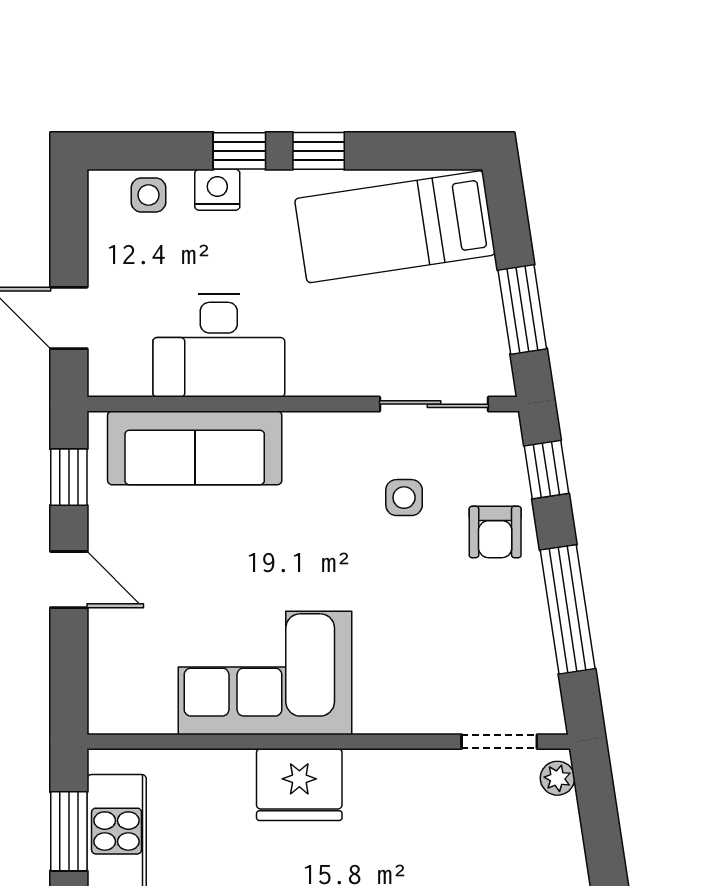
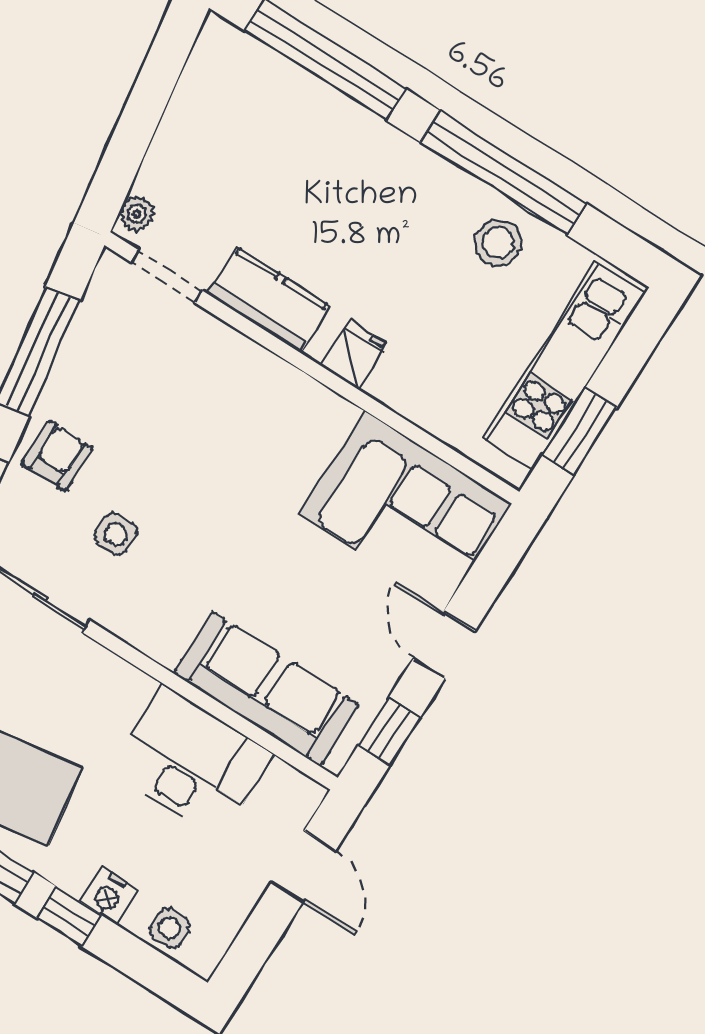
corner sofa: (265, 673) -> (405, 509), moved
kitchen counter: (401, 776) -> (268, 299), added
fridge: (299, 785) -> (354, 355), width x0.53, depth x0.75

